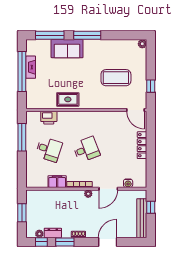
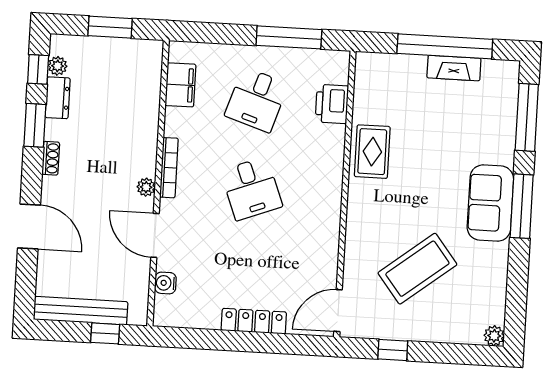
sofa: (67, 49) -> (490, 203), moved
coffee table: (116, 78) -> (417, 269), turned 52
filing cabinet: (57, 182) -> (180, 85), moved

